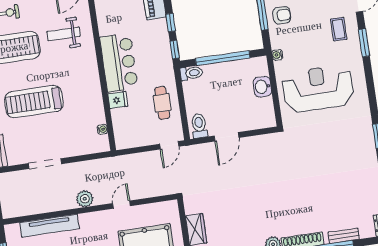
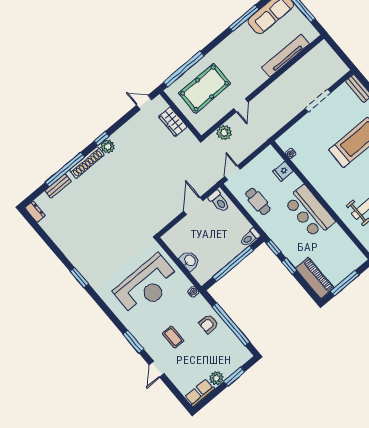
coffee table: (339, 29) -> (173, 337), moved
fridge: (118, 100) -> (283, 171), moved
plant: (85, 199) -> (224, 133), moved

